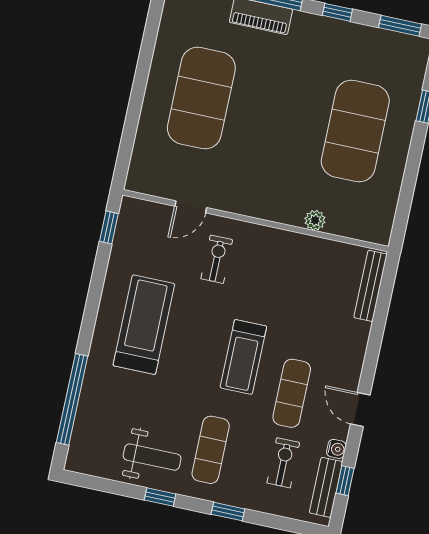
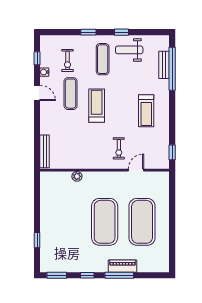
exercise mat: (355, 131) -> (105, 222), moved
treadmill: (144, 325) -> (146, 111), width x0.73, depth x0.73
bench: (326, 487) -> (164, 65), moved

